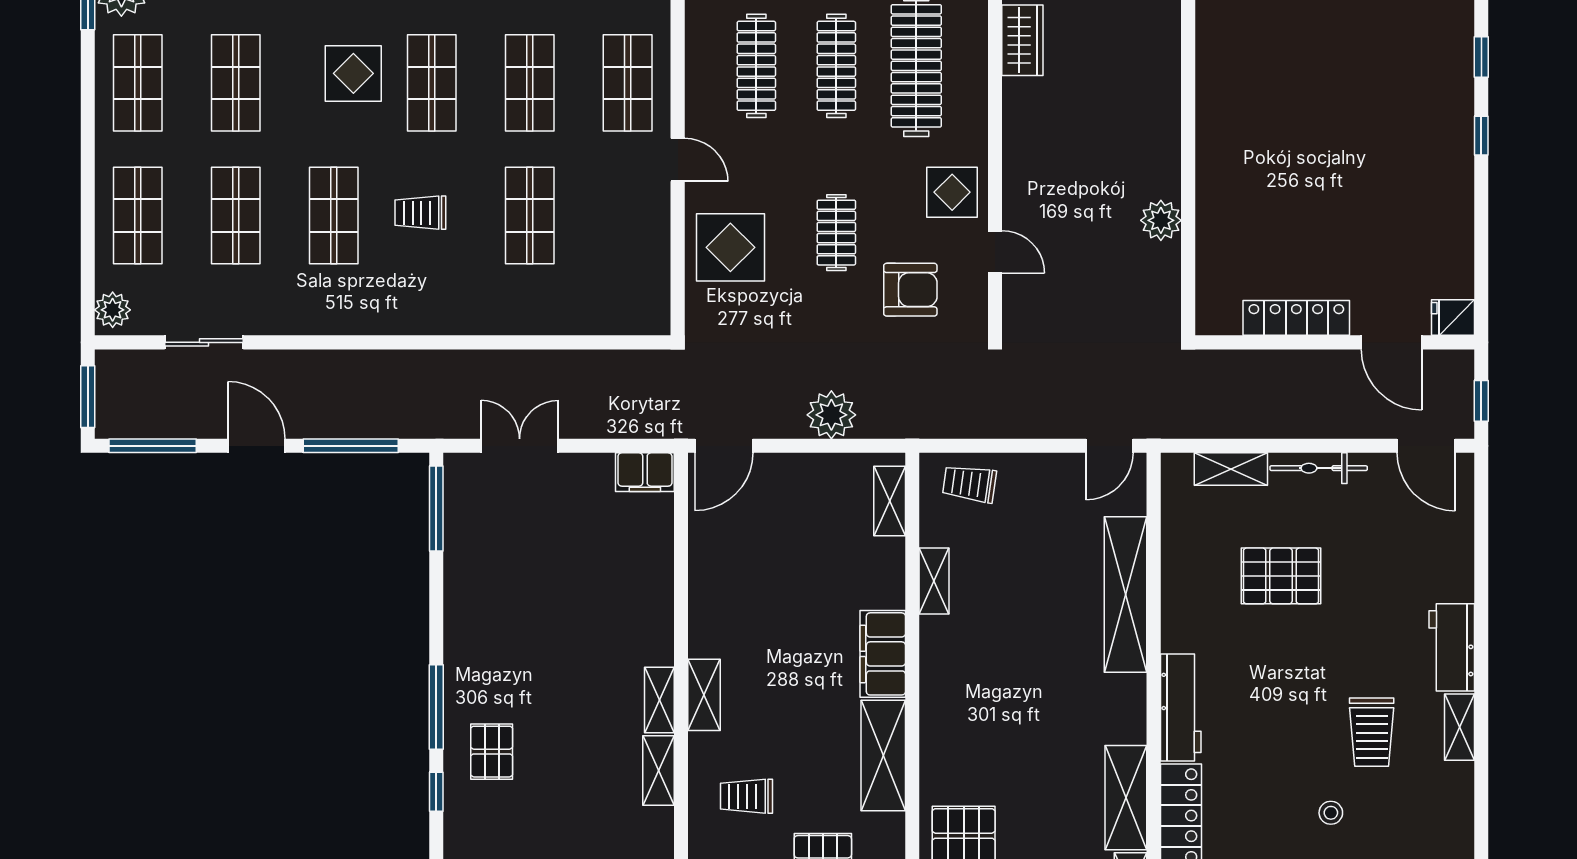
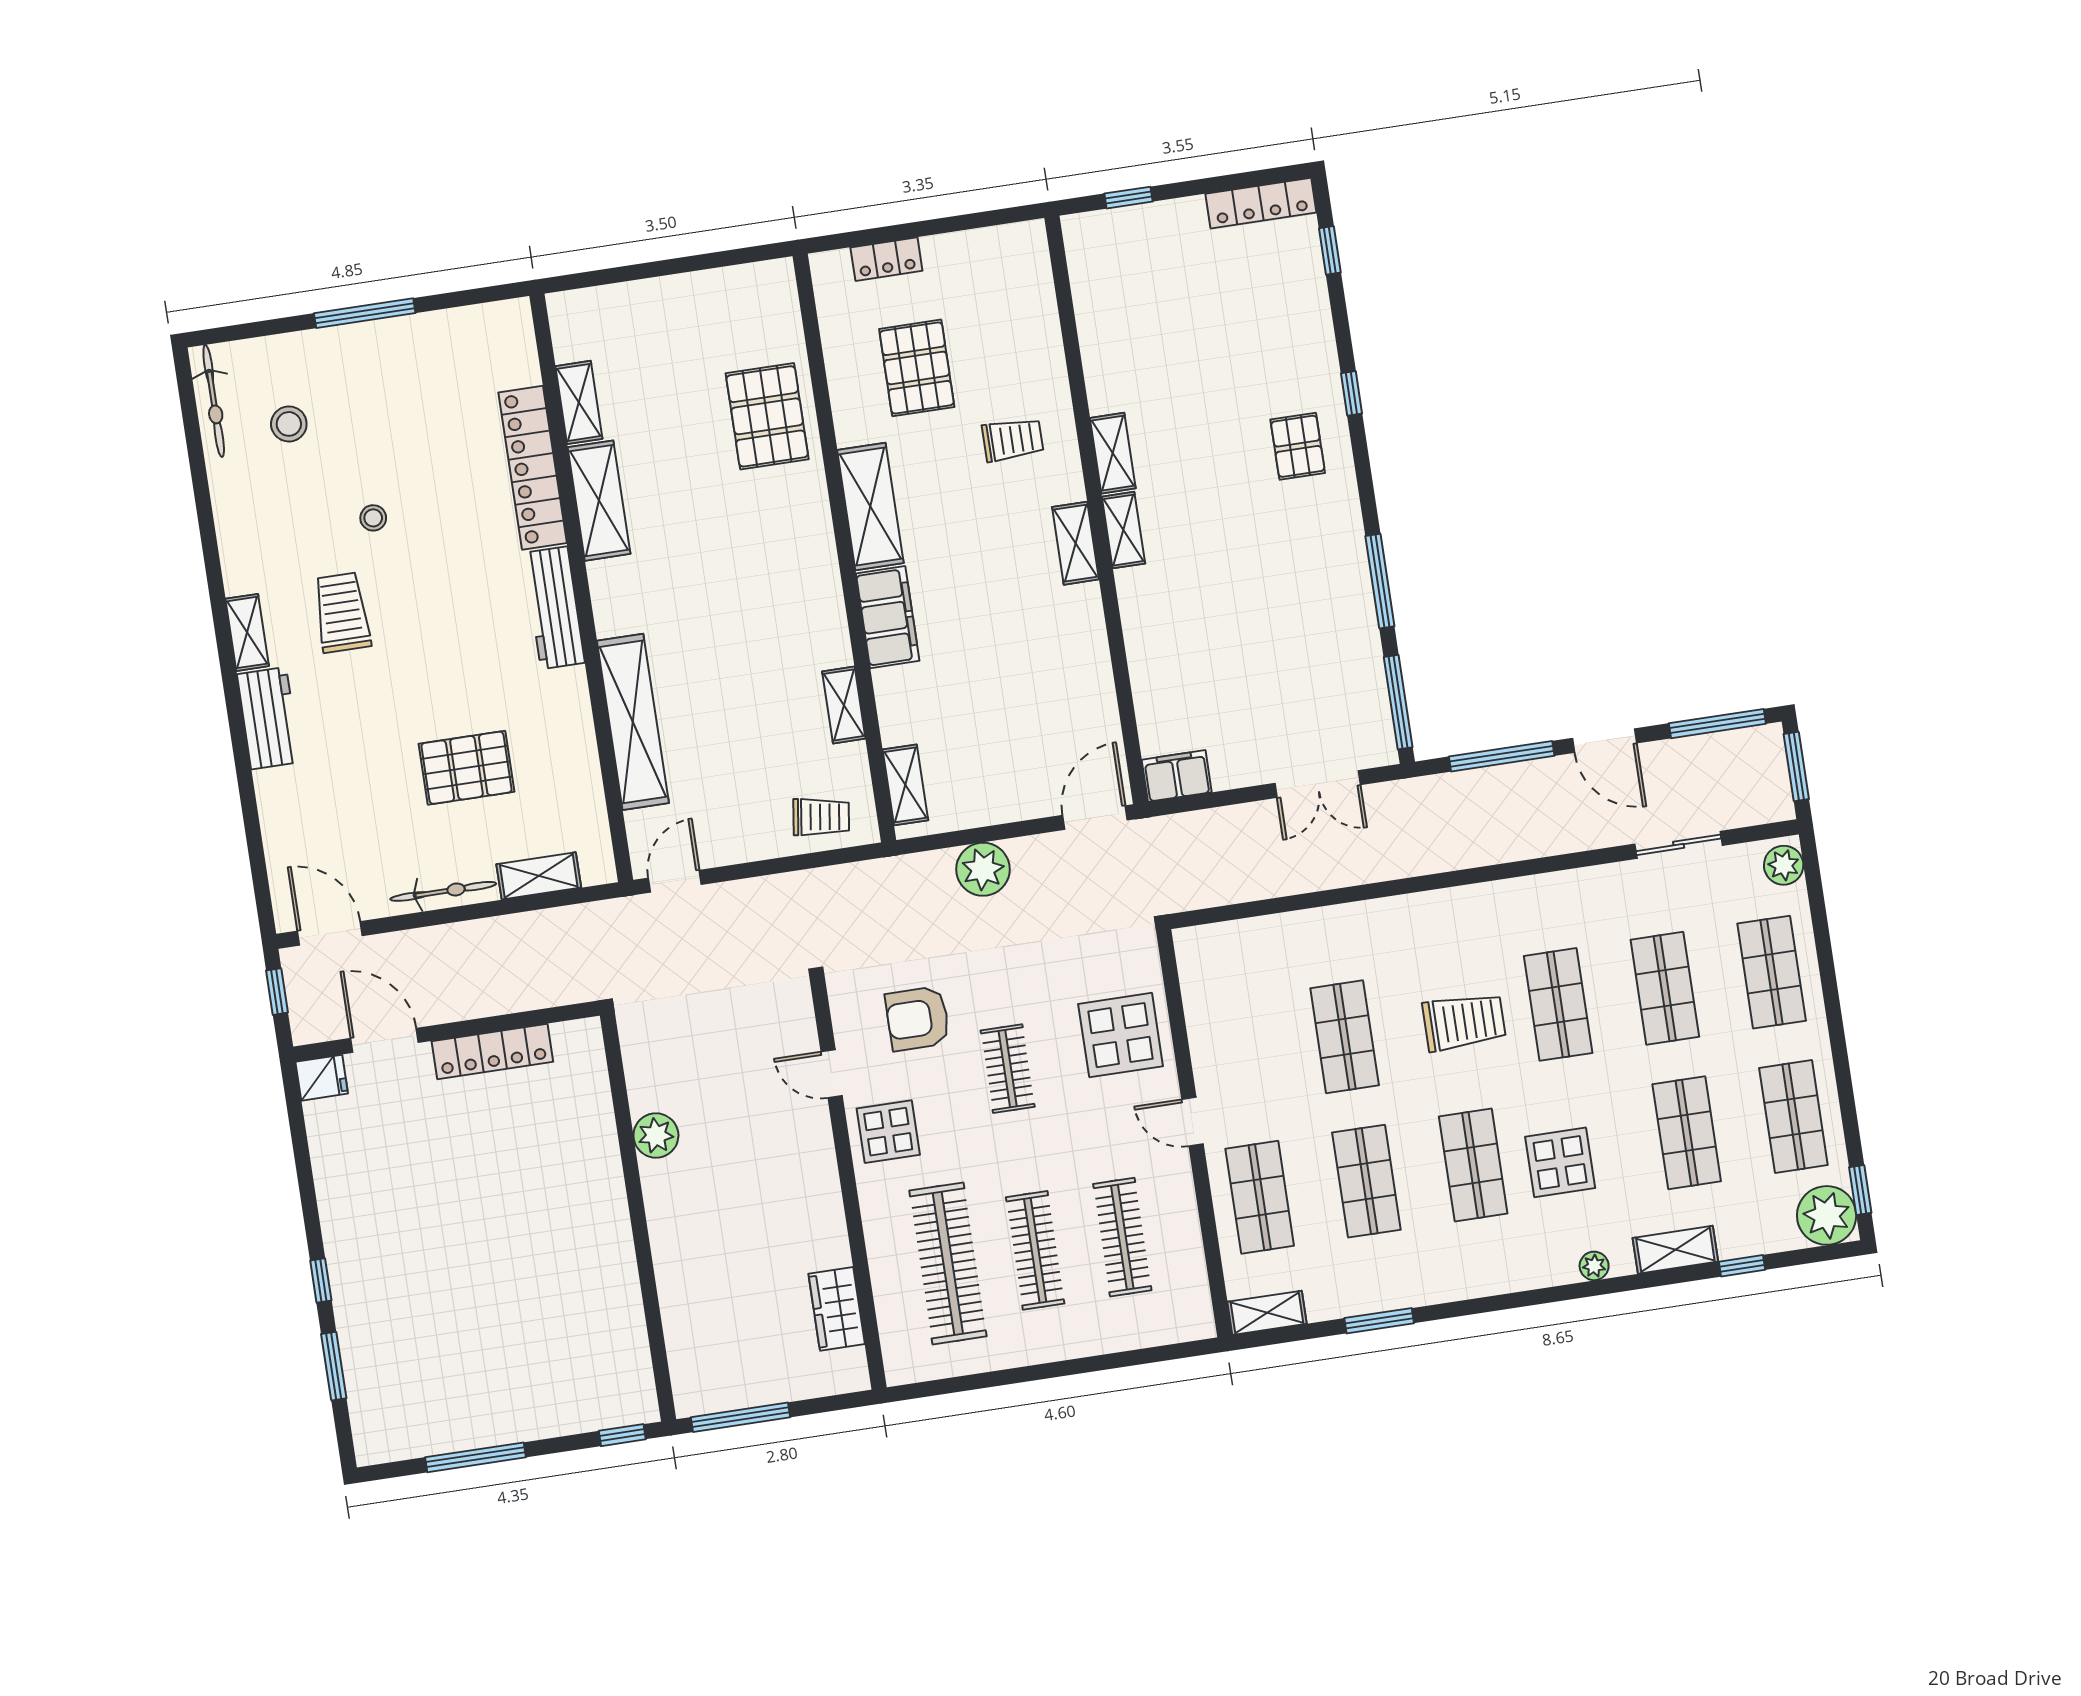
window: (1481, 57) -> (334, 1366), width x1.50
trolley: (420, 213) -> (1464, 1022), width x1.36, depth x1.39
window: (436, 707) -> (1380, 581), moved

